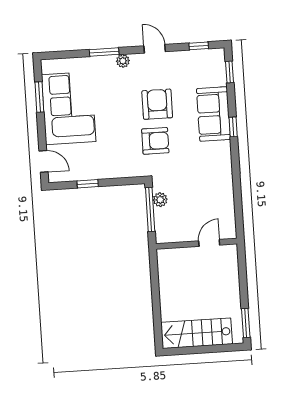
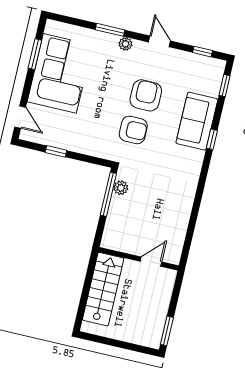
door: (209, 243) -> (151, 262), moved
wall: (197, 244) -> (139, 259), moved
stairs: (197, 333) -> (103, 289), moved, turned 90

